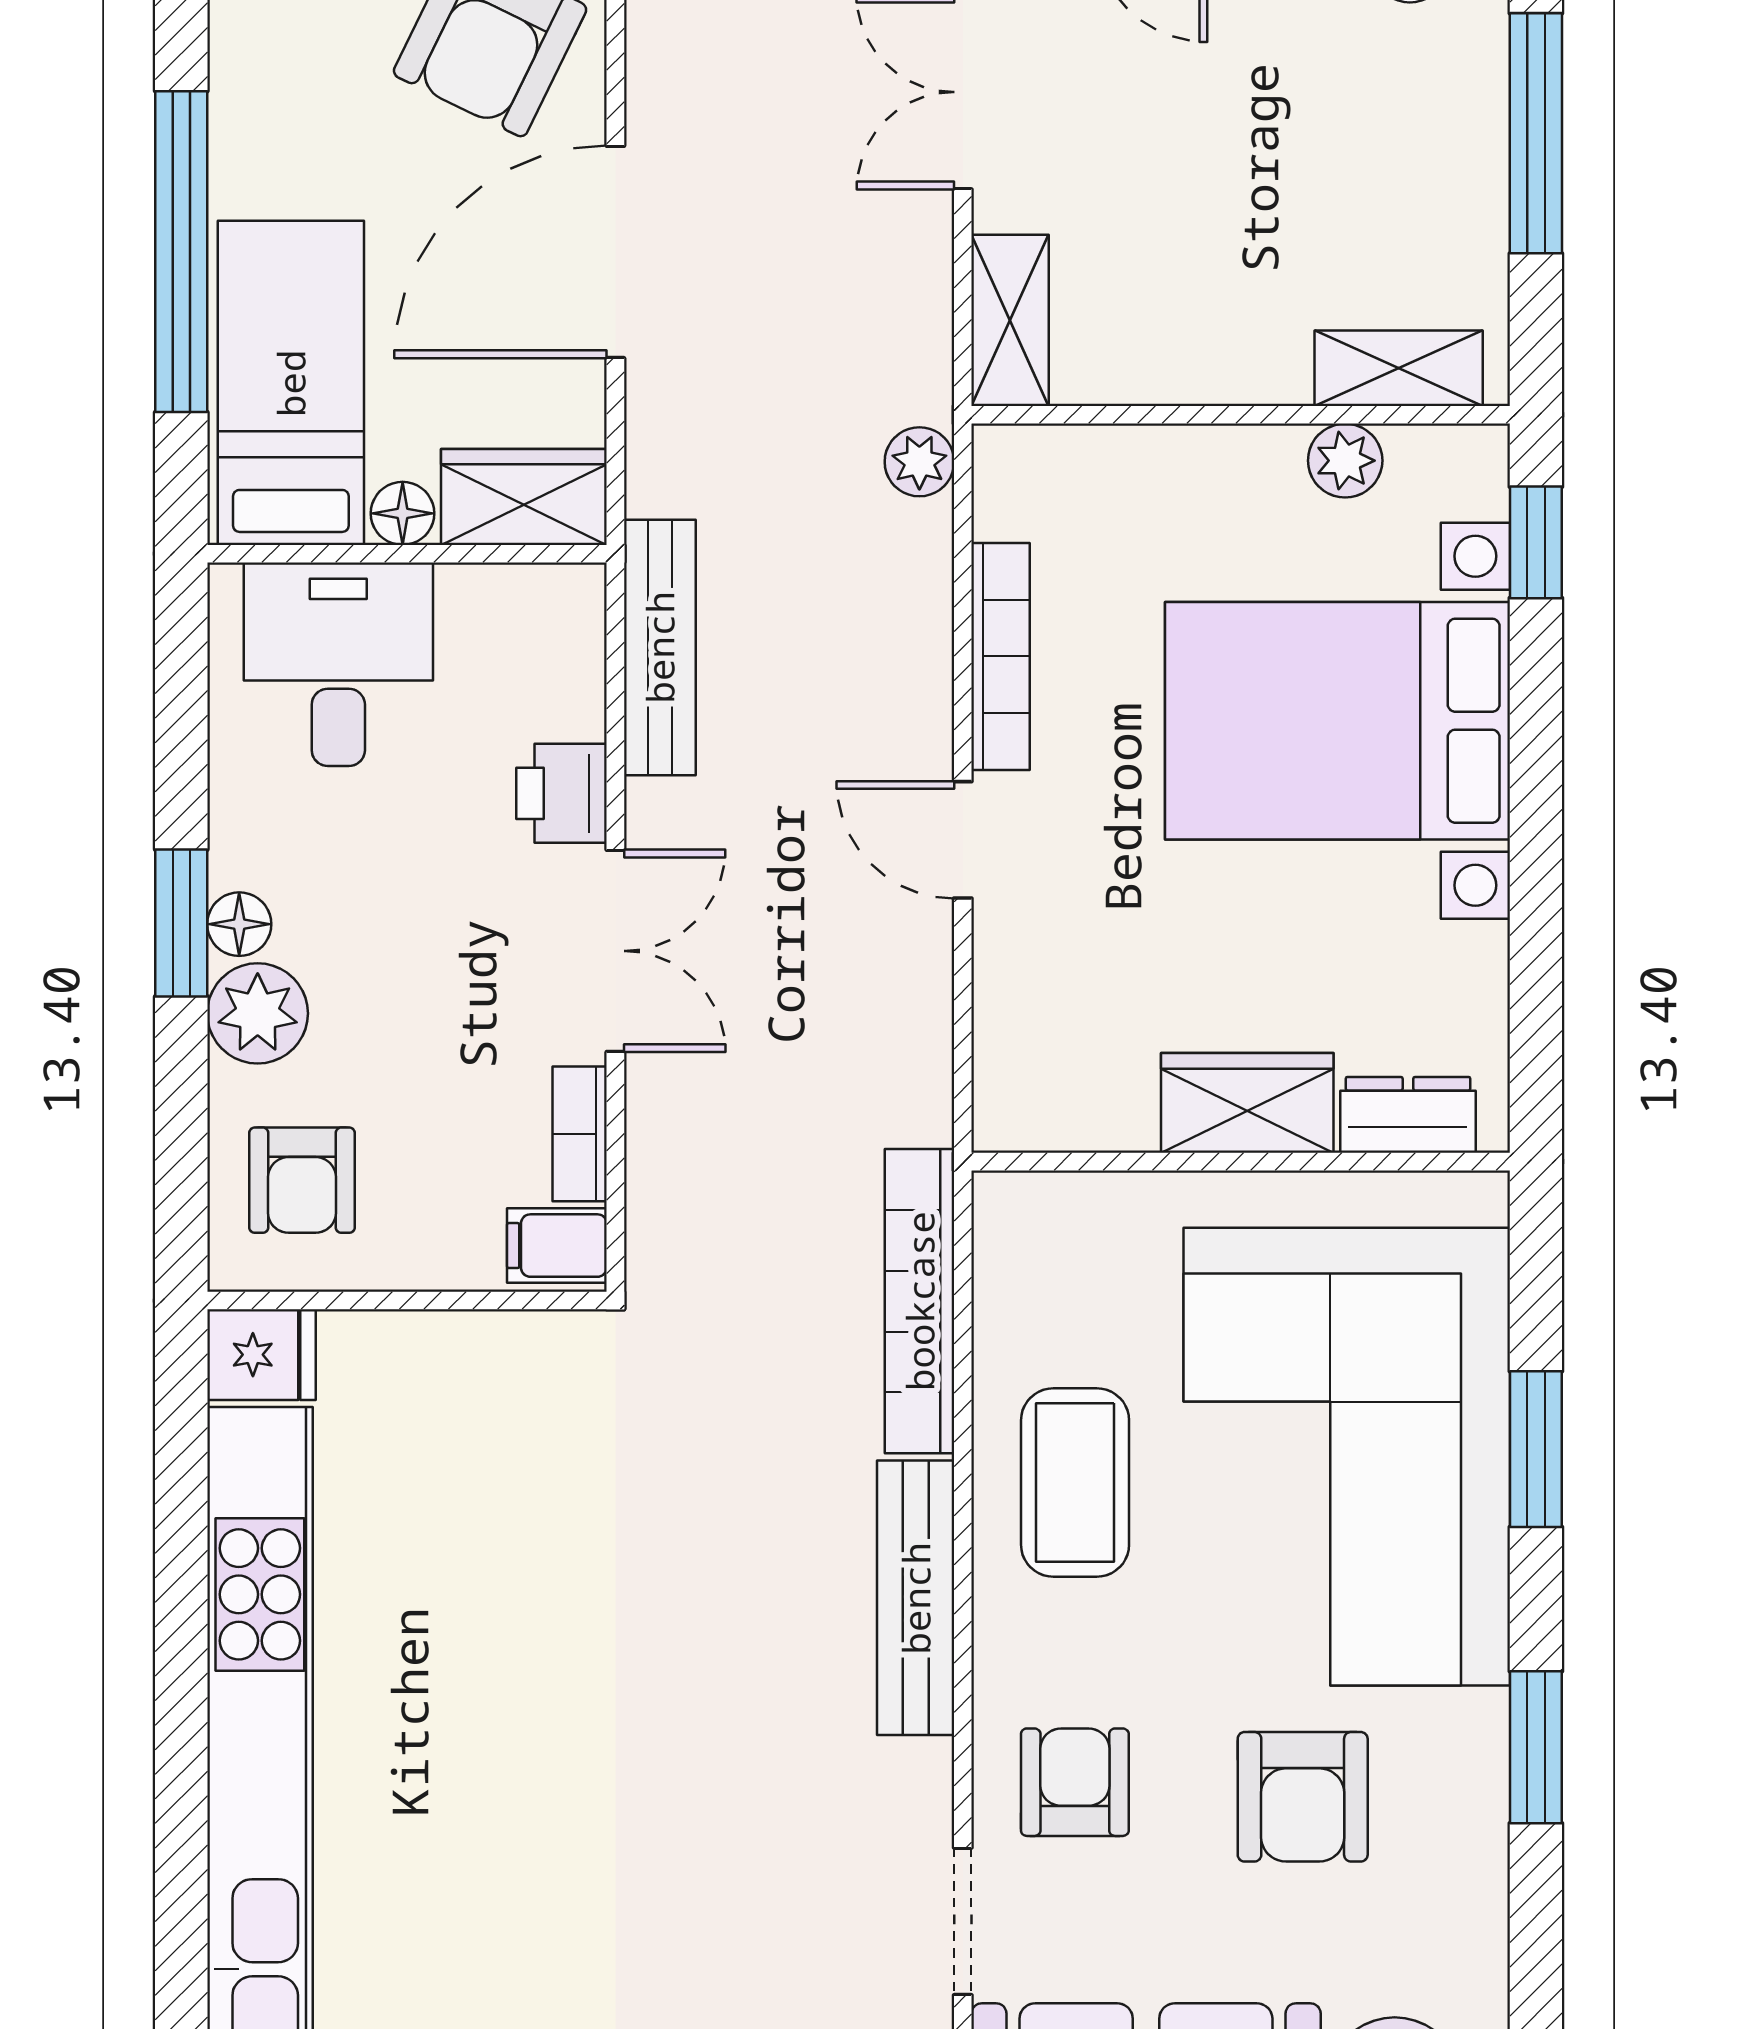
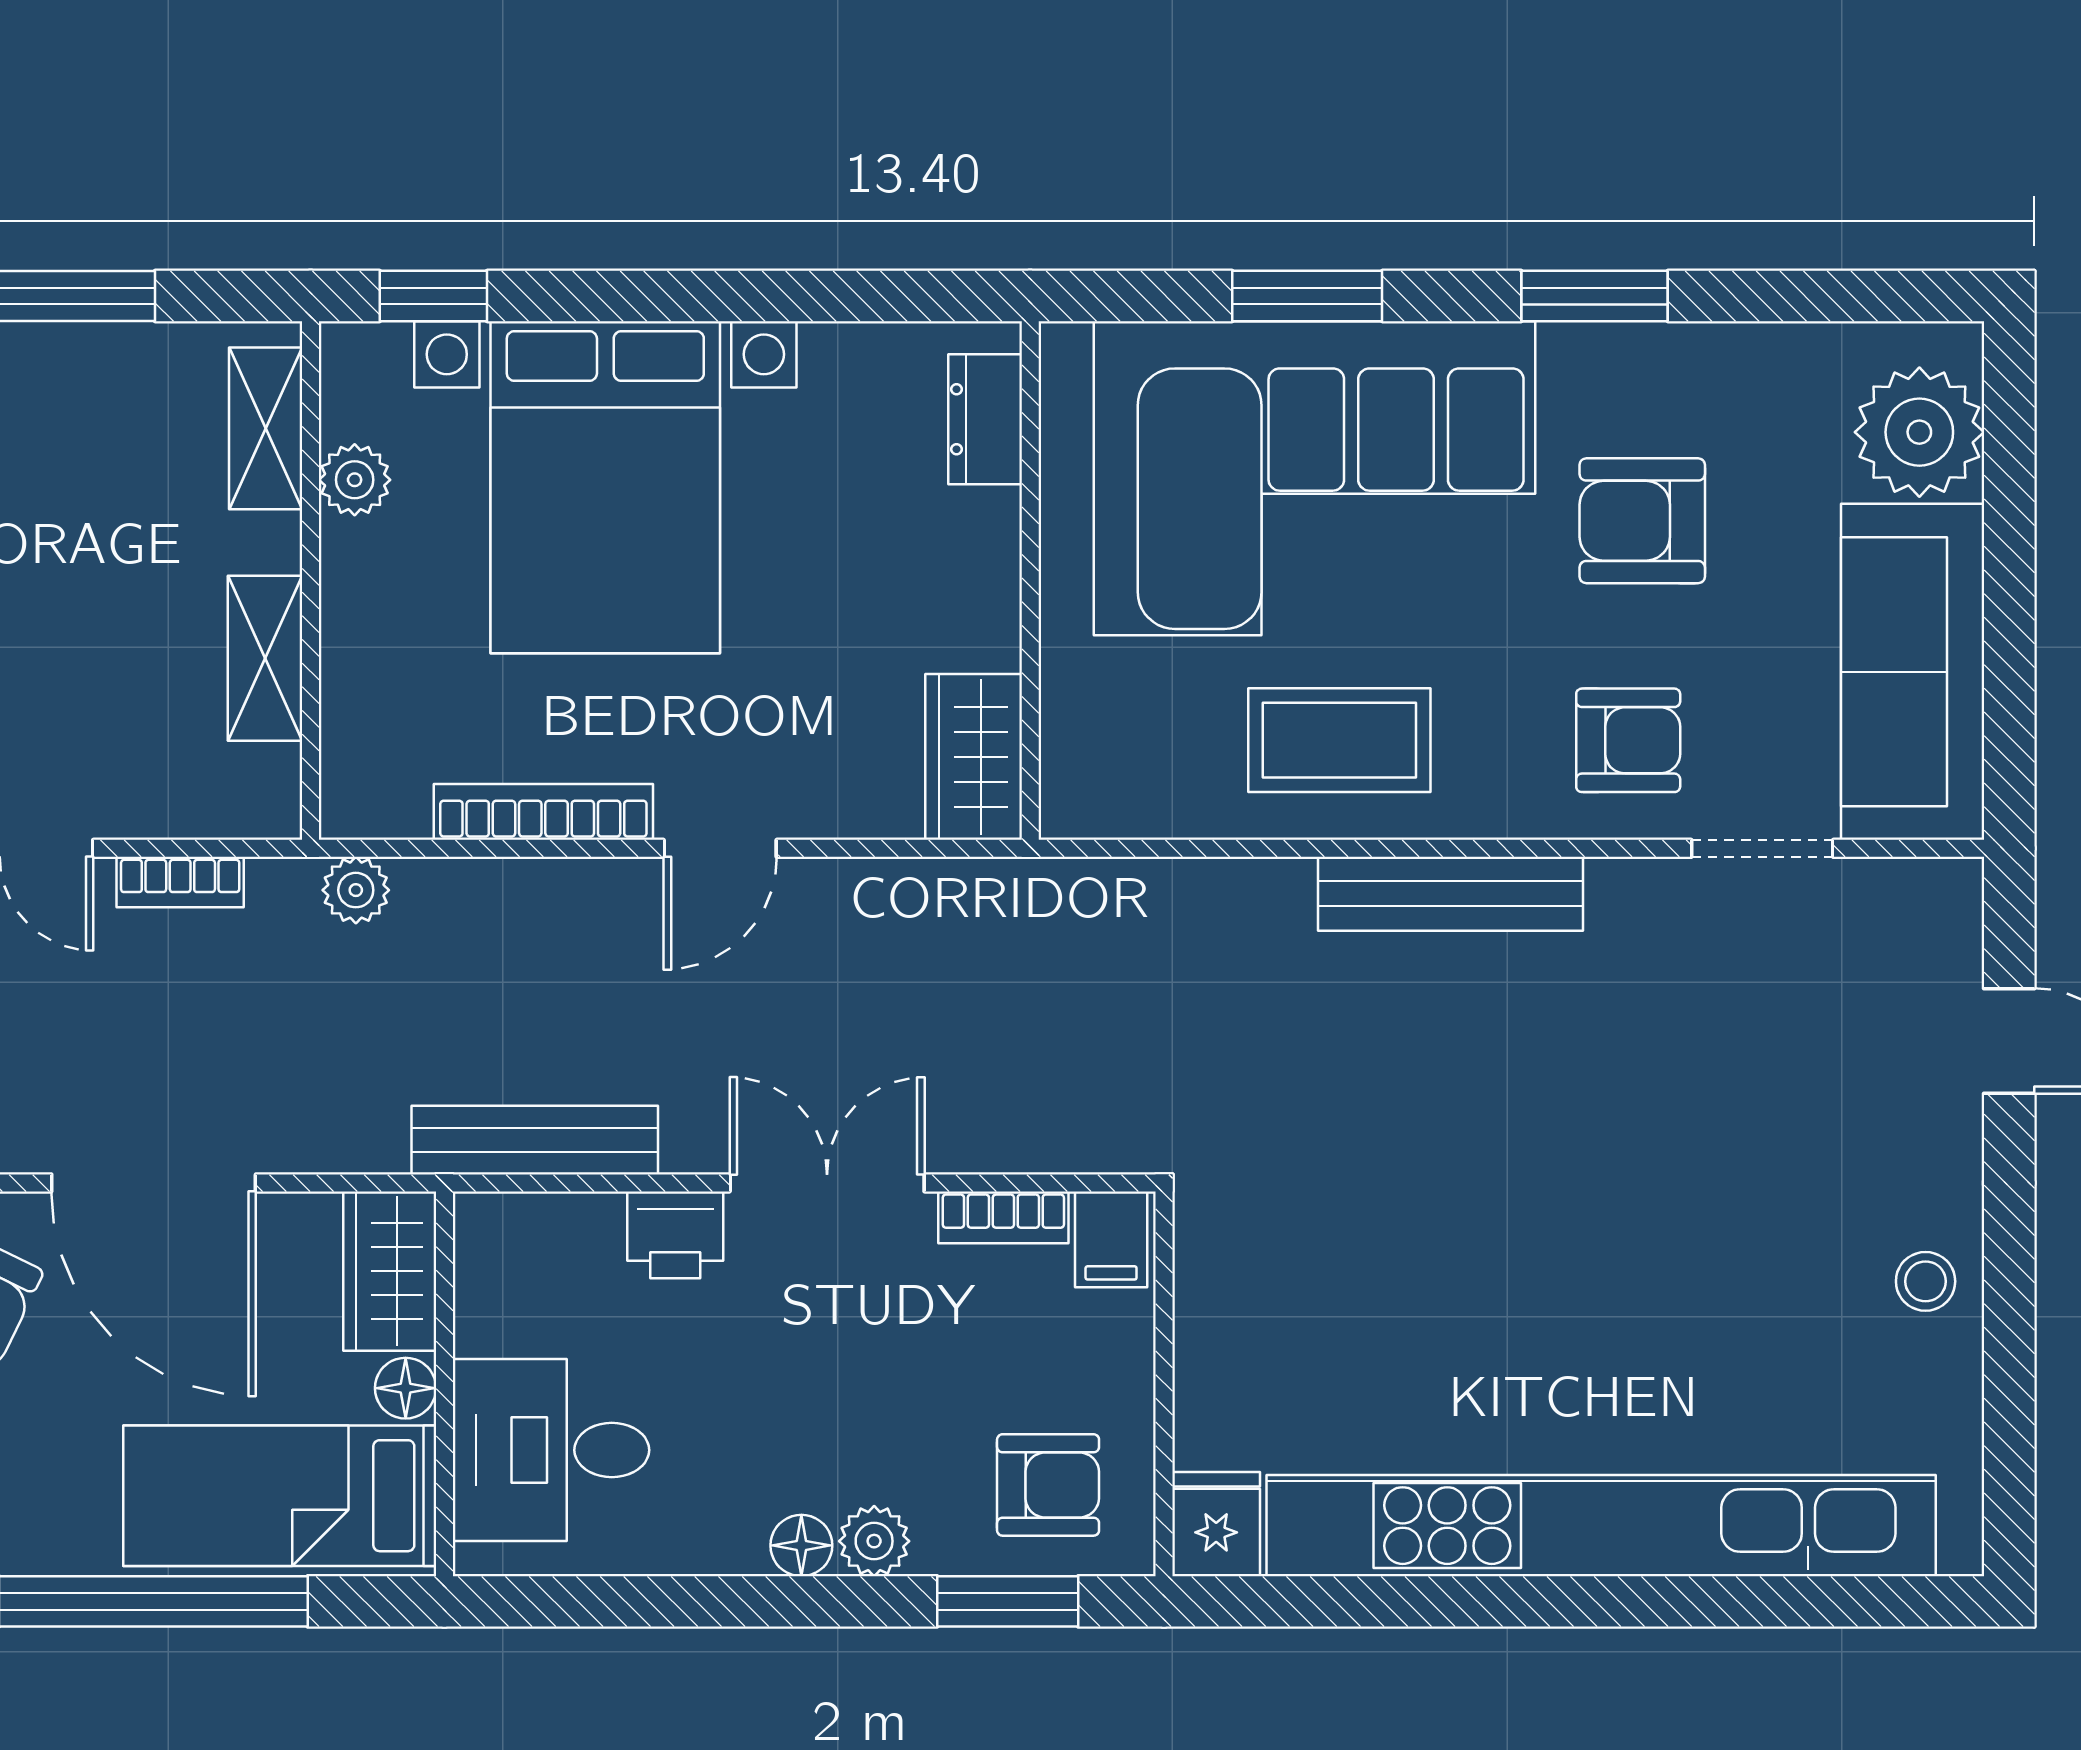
shelving: (1010, 320) -> (265, 658), moved, turned 90
window: (181, 923) -> (1008, 1601), moved
plant: (258, 1013) -> (874, 1541), width x0.73, depth x0.73
wardrobe: (1247, 1103) -> (974, 757), moved
bookcase: (920, 1301) -> (180, 882), moved, width x0.43, depth x0.76
armchair: (1075, 1782) -> (1628, 740), turned 180
armchair: (1303, 1797) -> (1642, 521), turned 180

